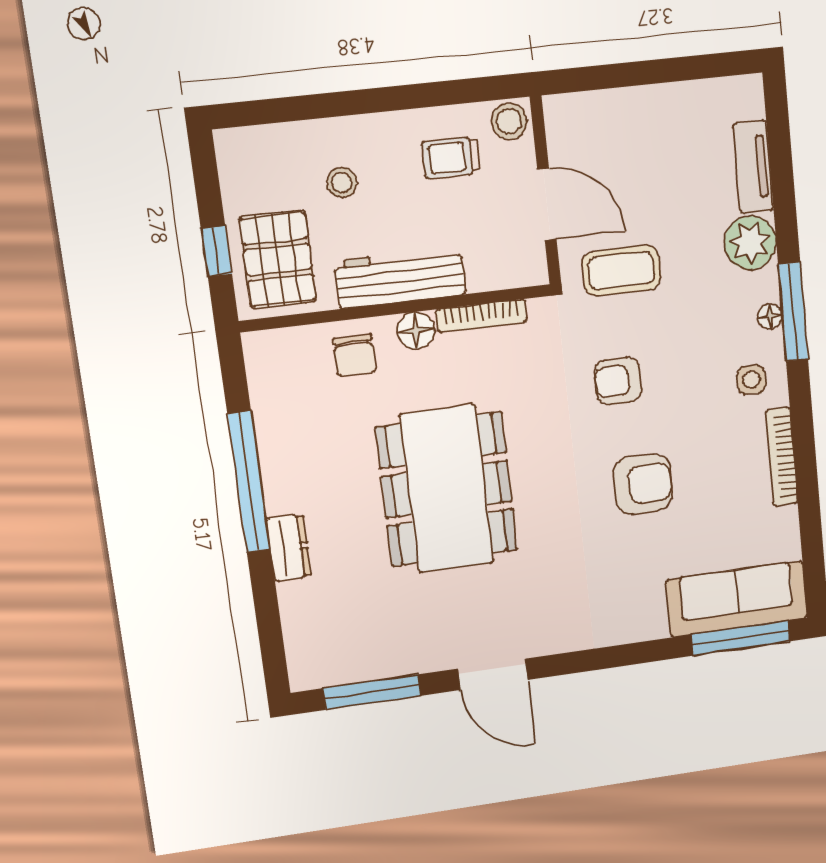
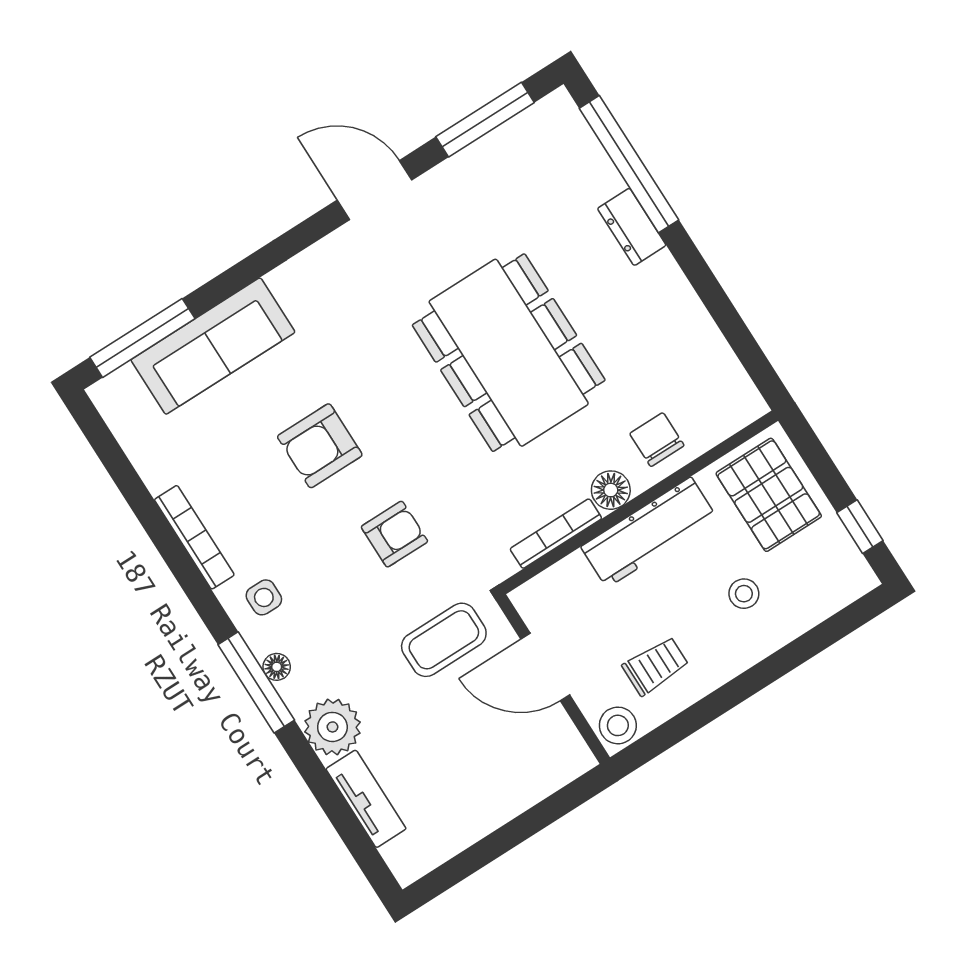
window: (216, 251) -> (860, 527), moved
window: (249, 482) -> (629, 164), moved
sofa: (737, 599) -> (213, 346), moved

